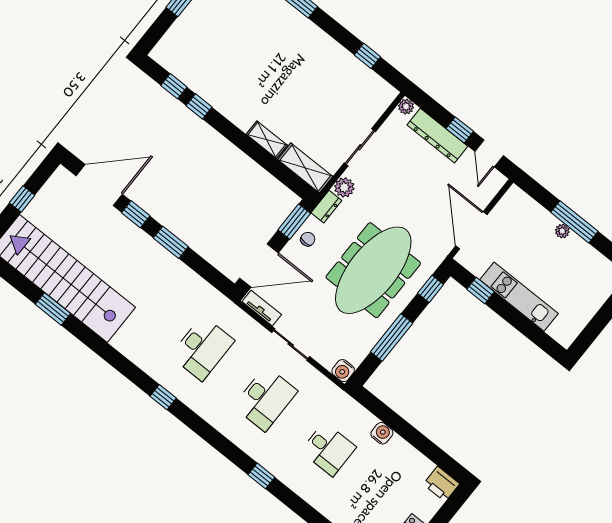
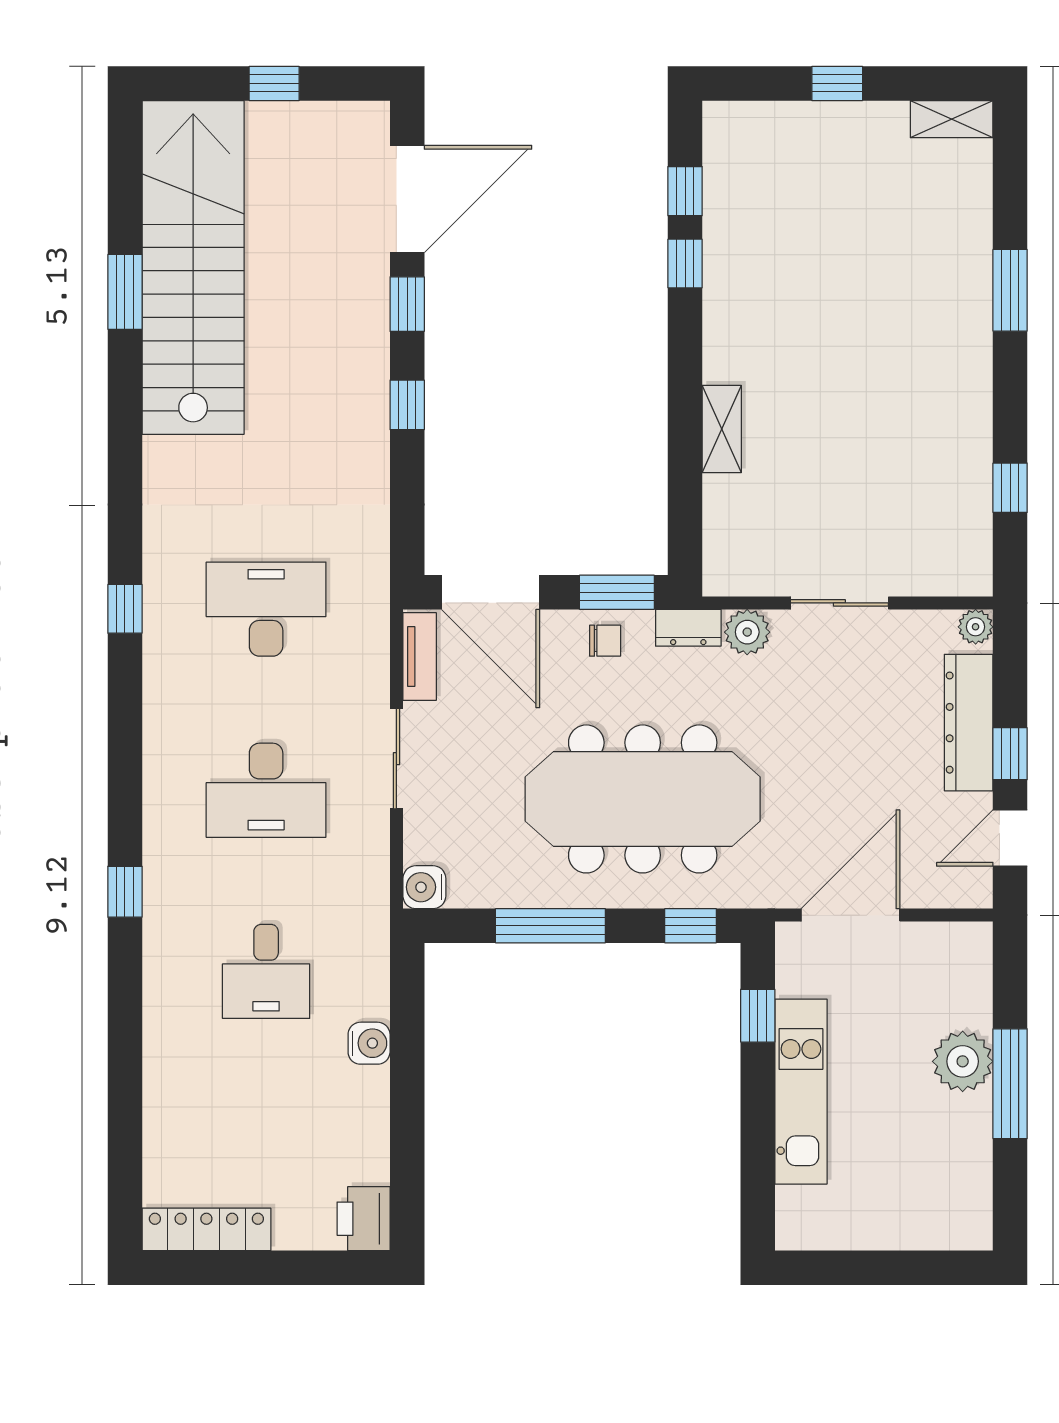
shelving: (305, 168) -> (726, 536), removed
door: (99, 185) -> (407, 199), hinge flipped
plant: (562, 231) -> (963, 1061), width x1.88, depth x1.88
window: (171, 242) -> (407, 405), width x0.67
desk: (202, 348) -> (266, 609), turned 180

